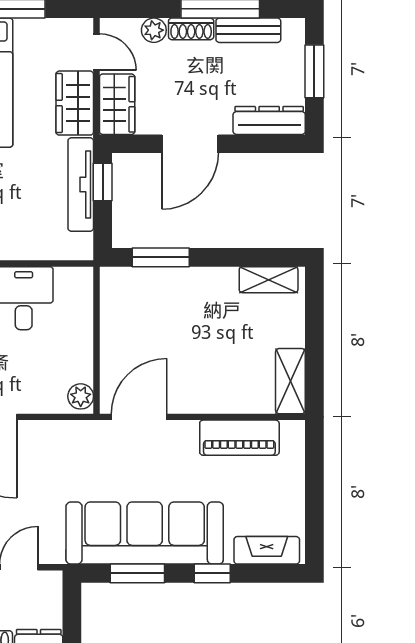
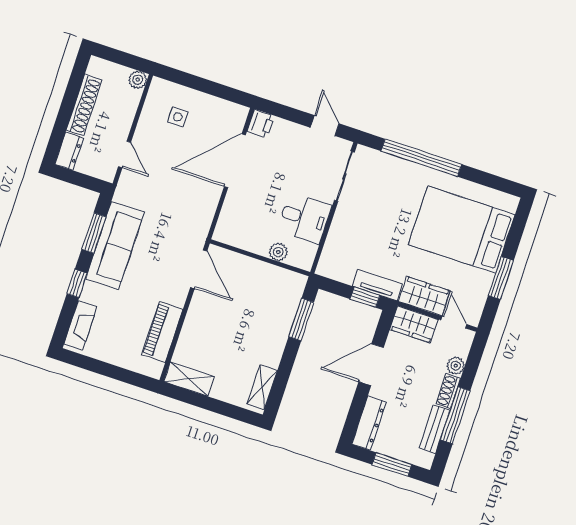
door: (96, 52) -> (454, 322), swing flipped
door: (190, 144) -> (371, 365), hinge flipped
tv unit: (81, 184) -> (377, 285), width x0.71
plant: (81, 396) -> (278, 252), moved
sofa: (145, 533) -> (115, 245), width x0.74, depth x0.79

